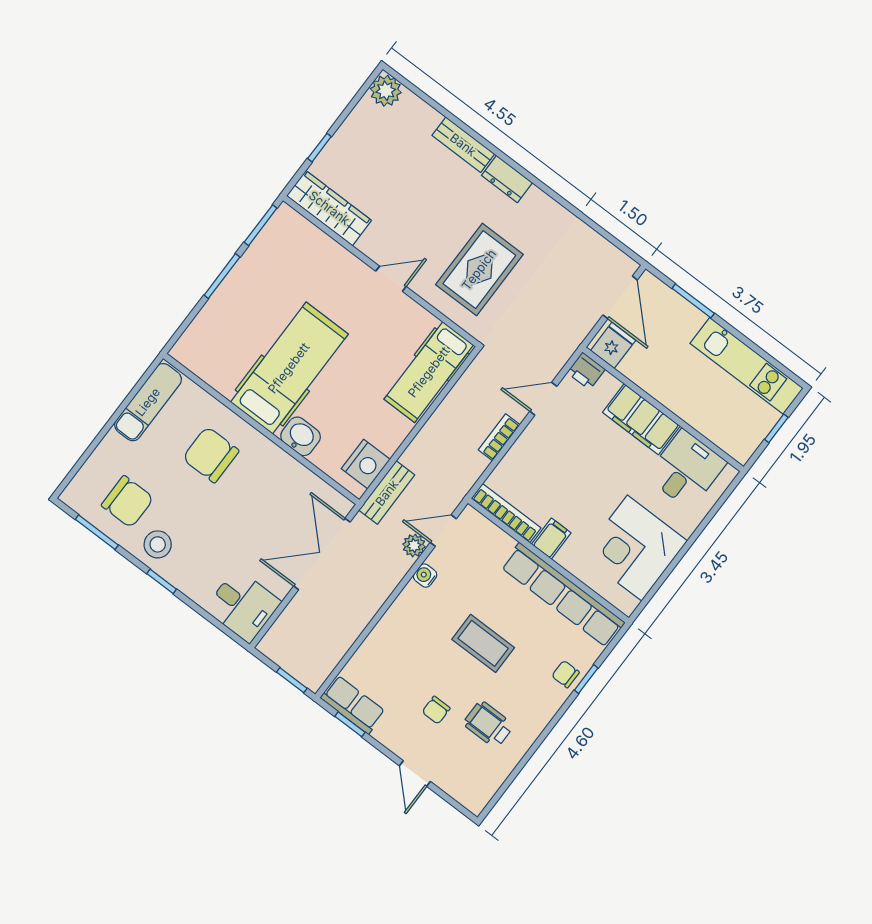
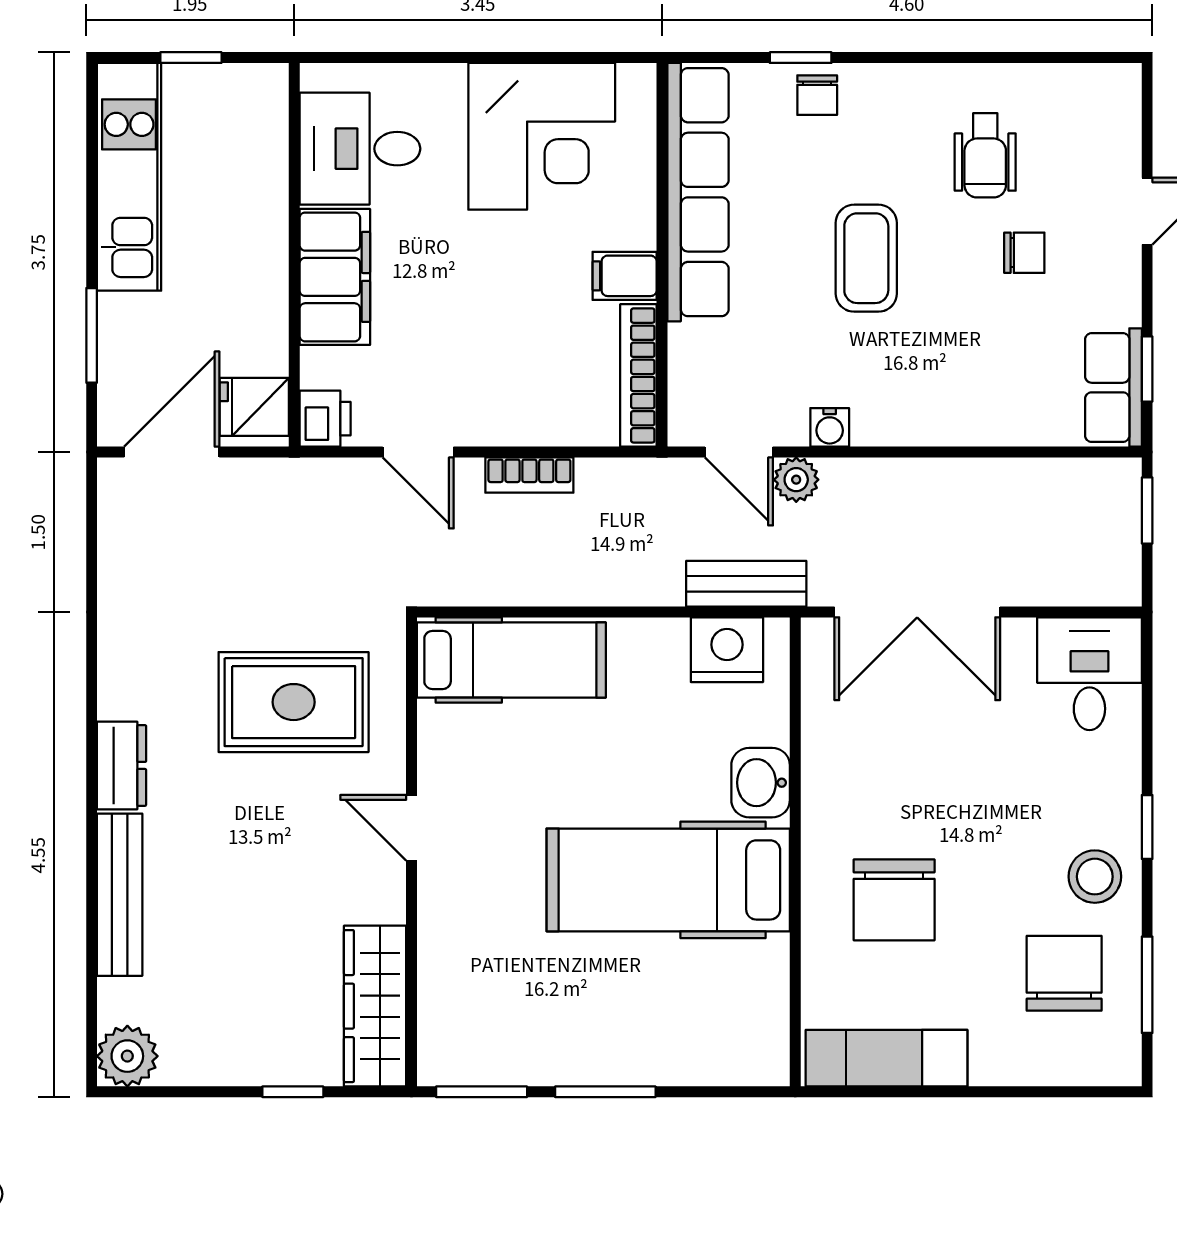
bench: (463, 145) -> (120, 895), width x1.36

